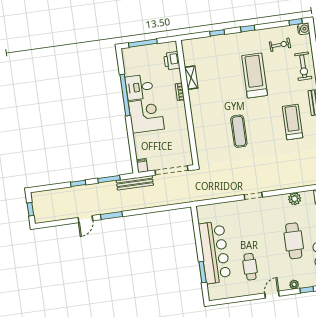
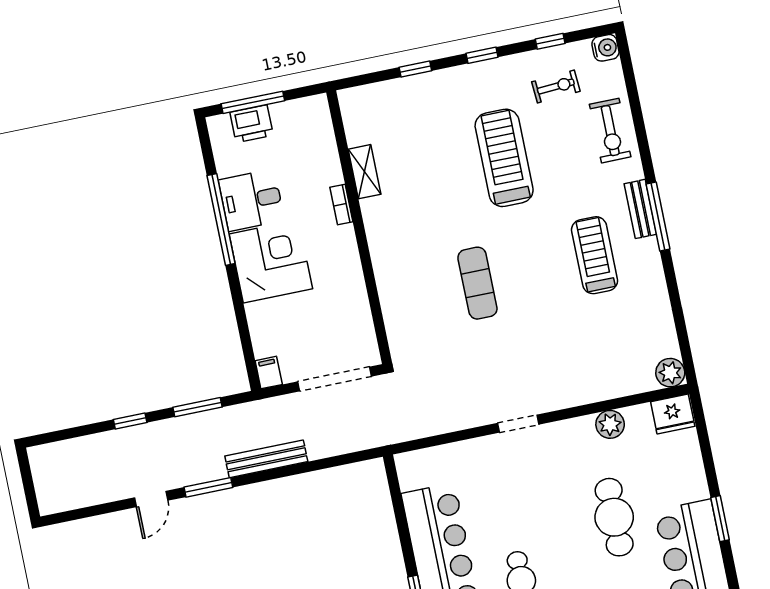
window: (296, 22) -> (550, 41), moved
printer: (172, 61) -> (252, 124), moved, turned -90
bench: (135, 183) -> (266, 459), moved
window: (30, 209) -> (28, 485), removed

